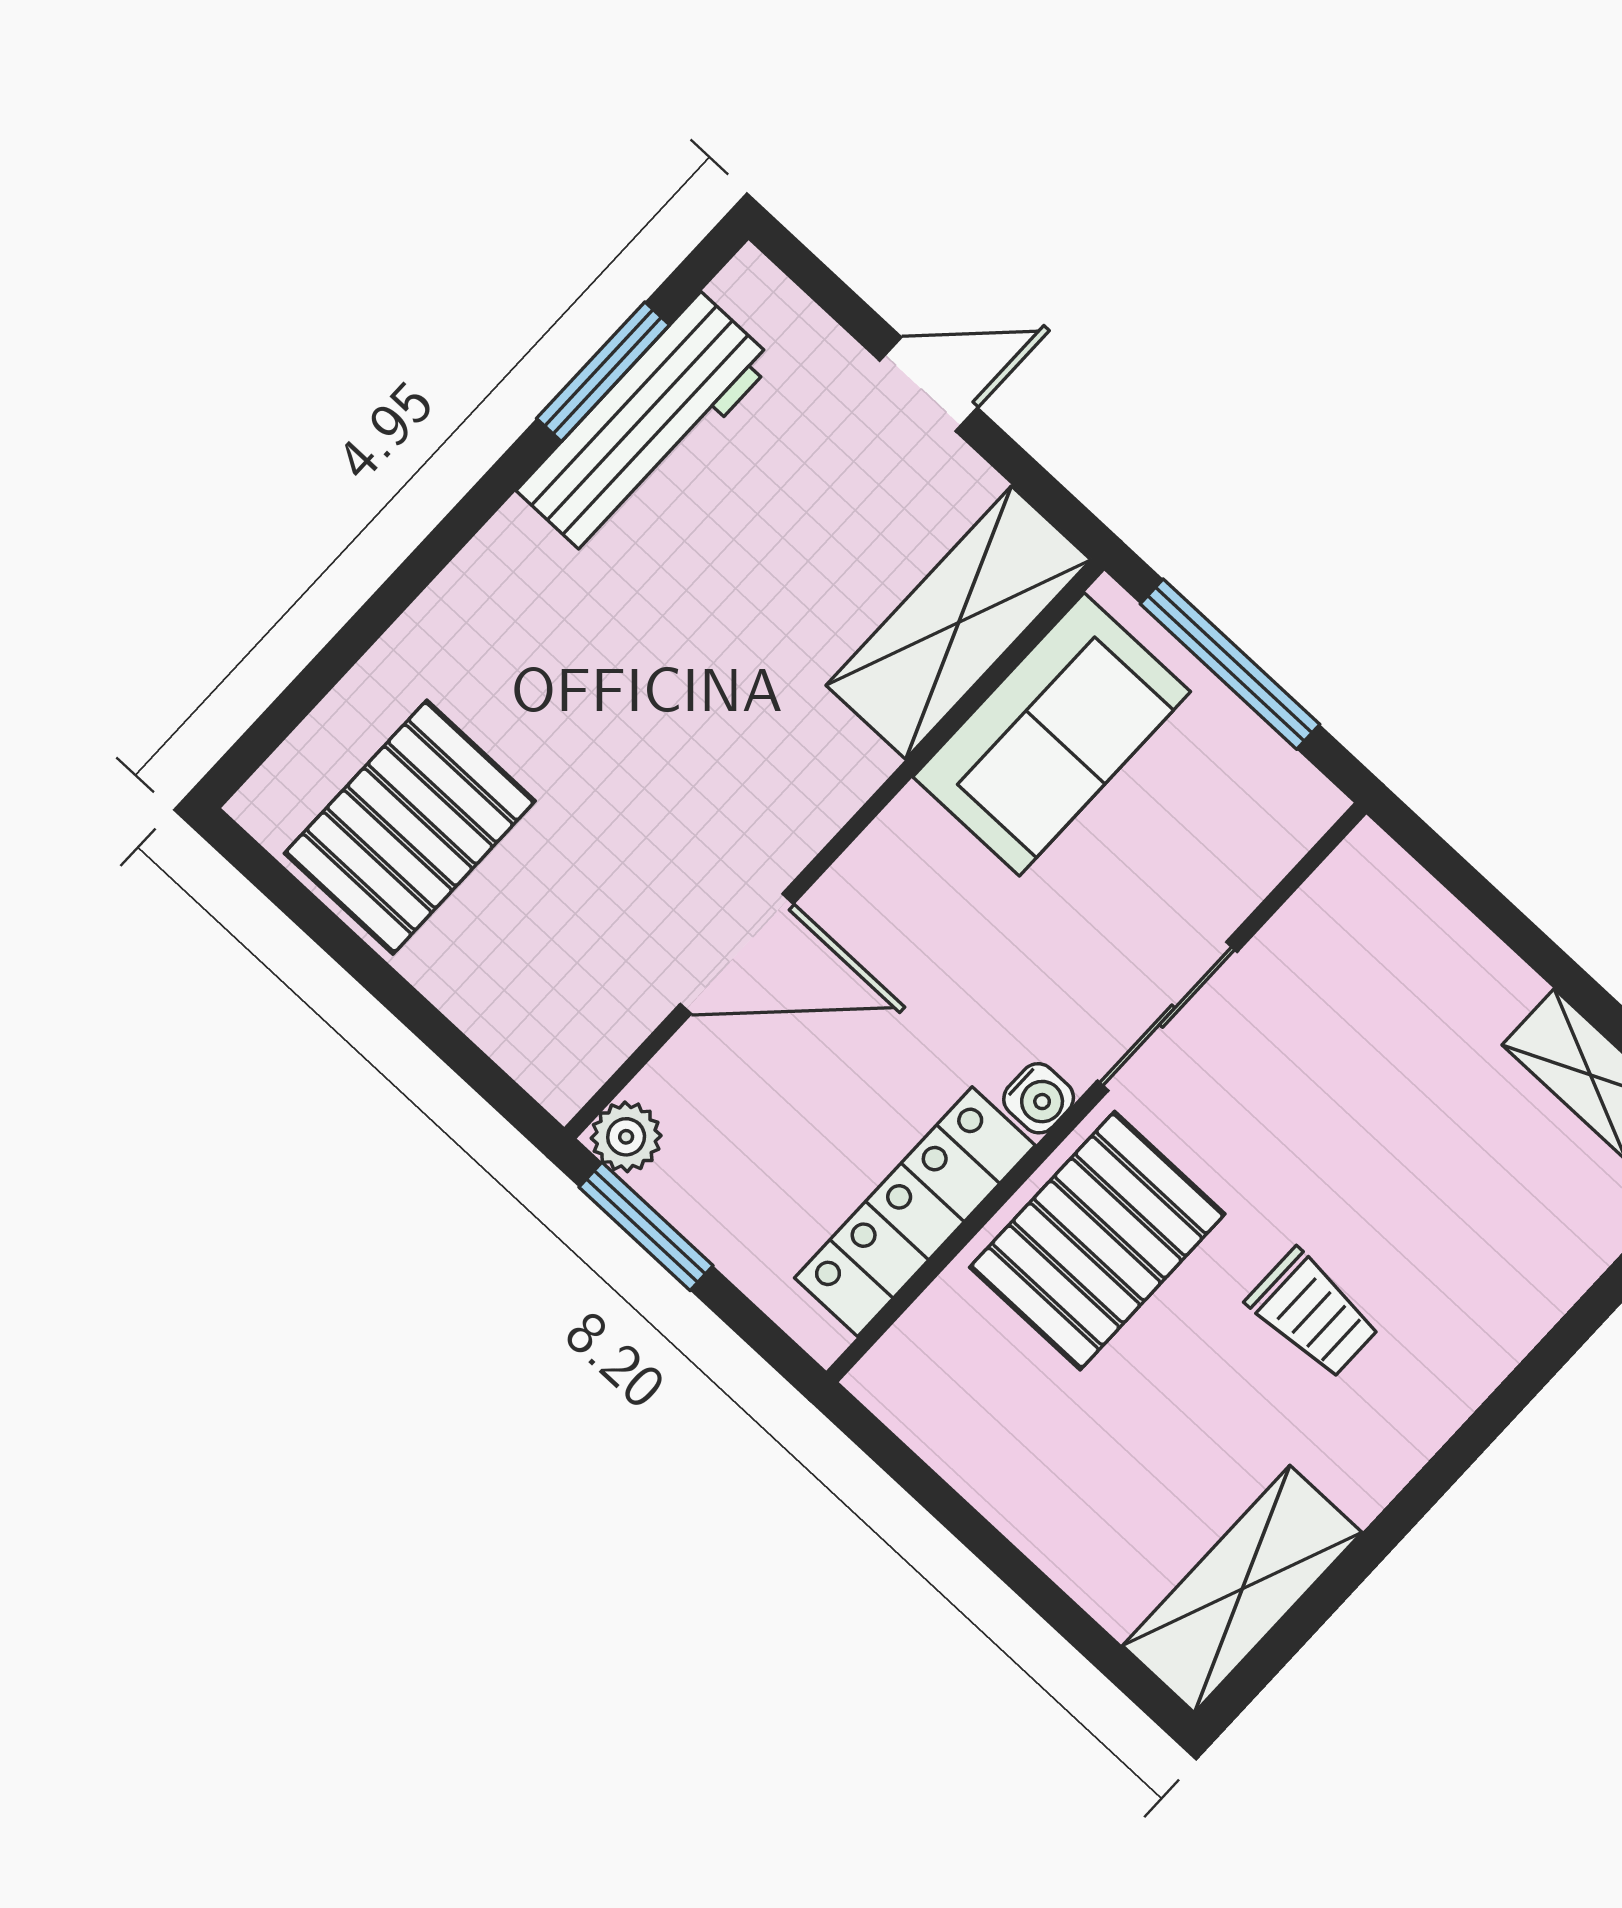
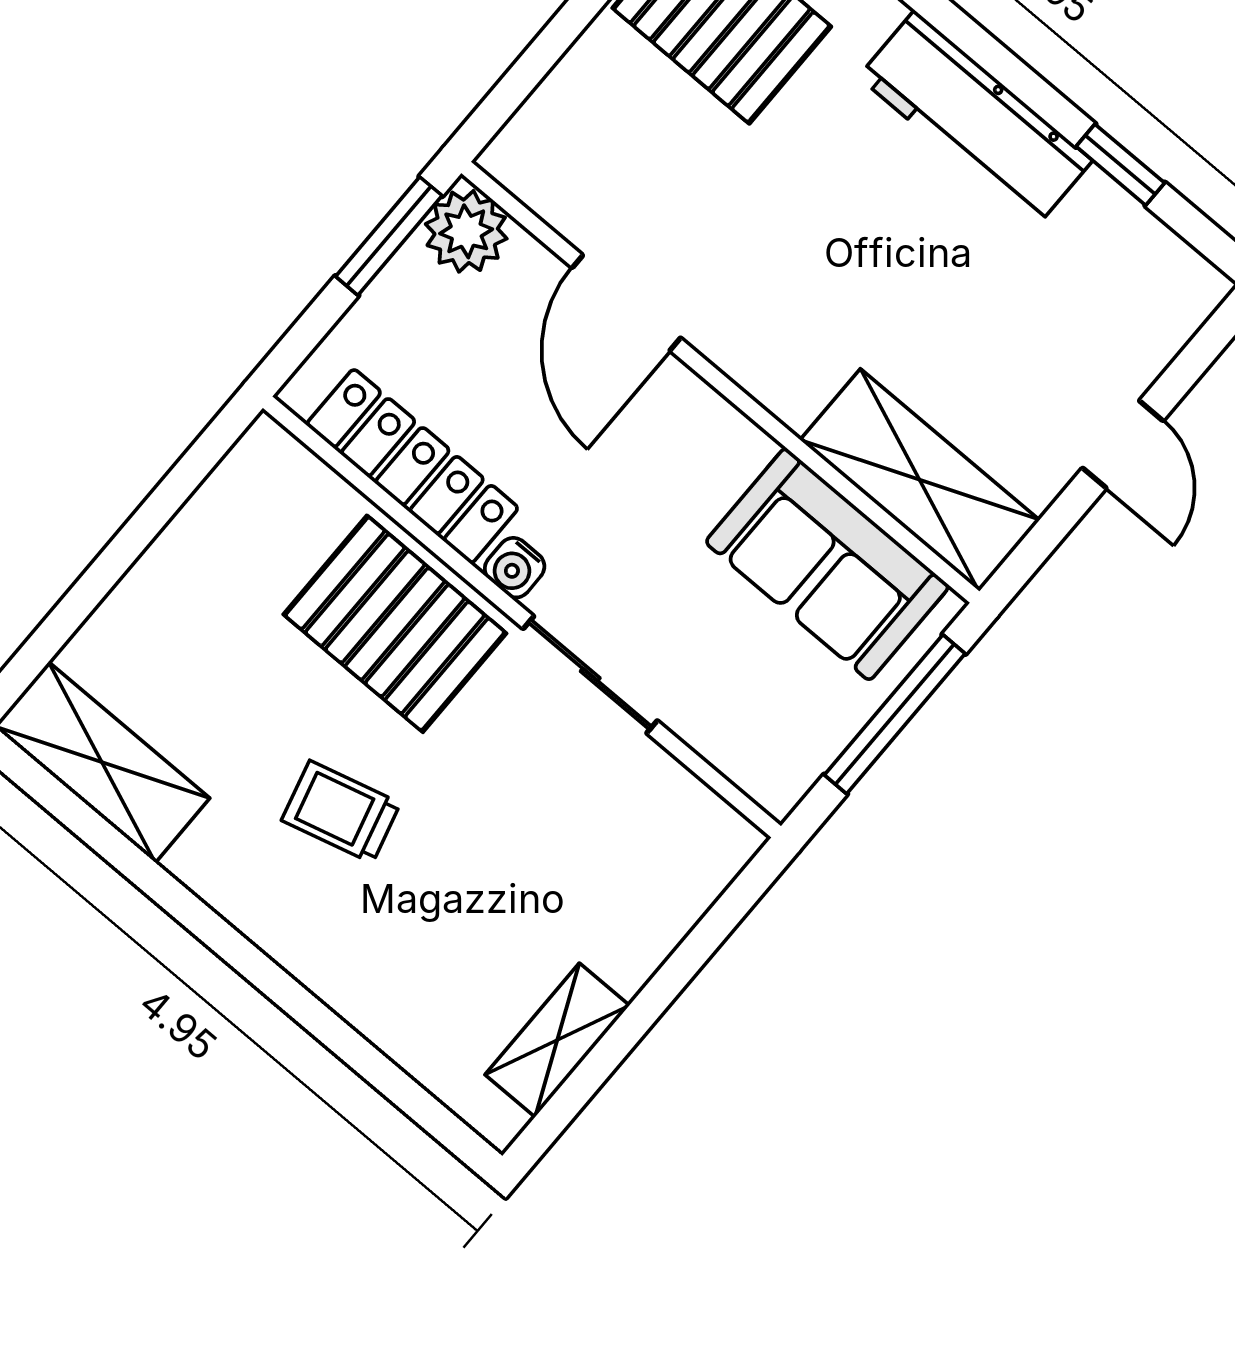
window: (603, 372) -> (1120, 165), width x0.67
workbench: (646, 426) -> (975, 119), moved
plant: (626, 1137) -> (466, 231), width x1.38, depth x1.38
trolley: (1313, 1314) -> (341, 812), turned 75

